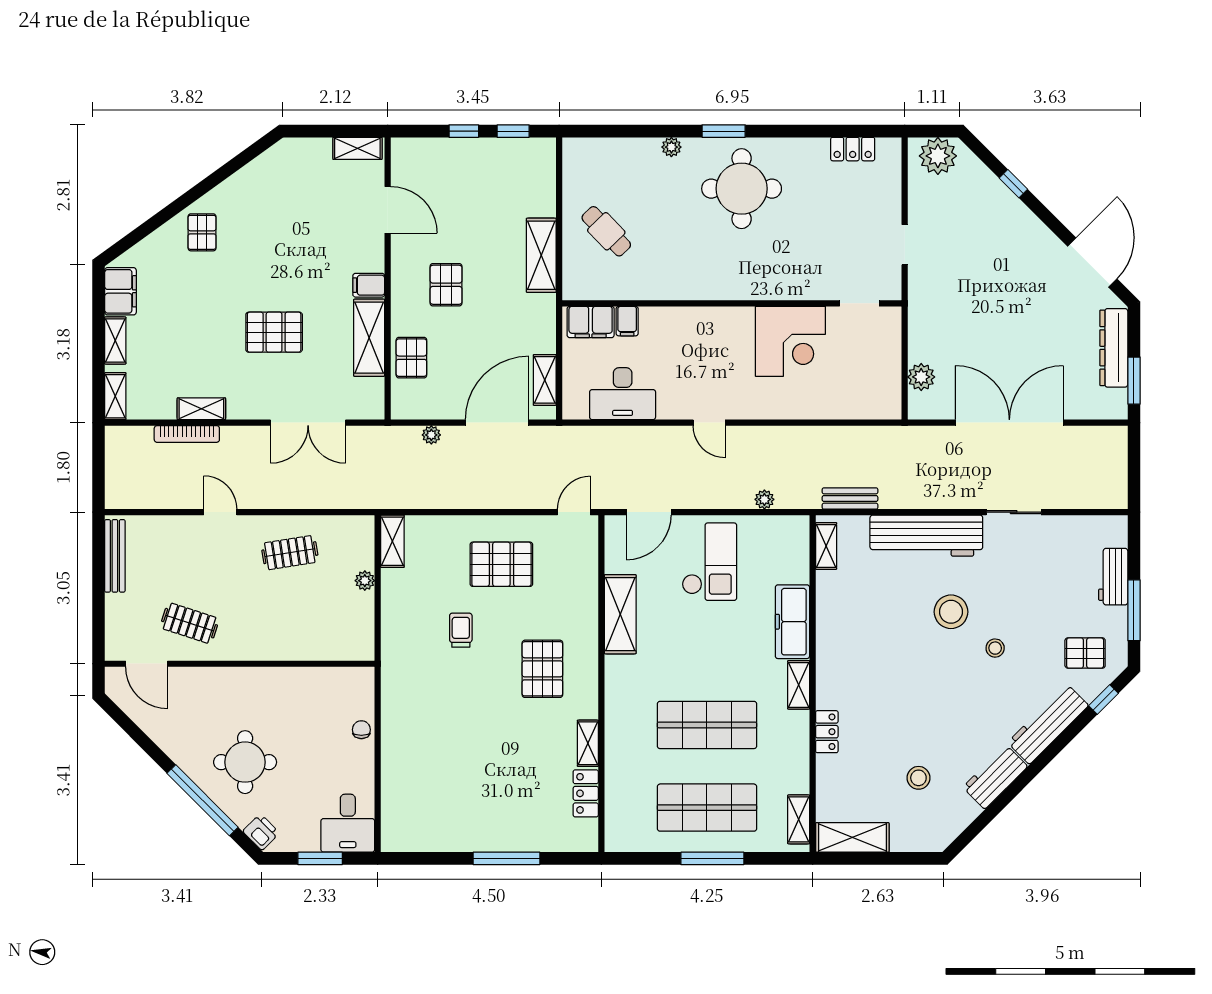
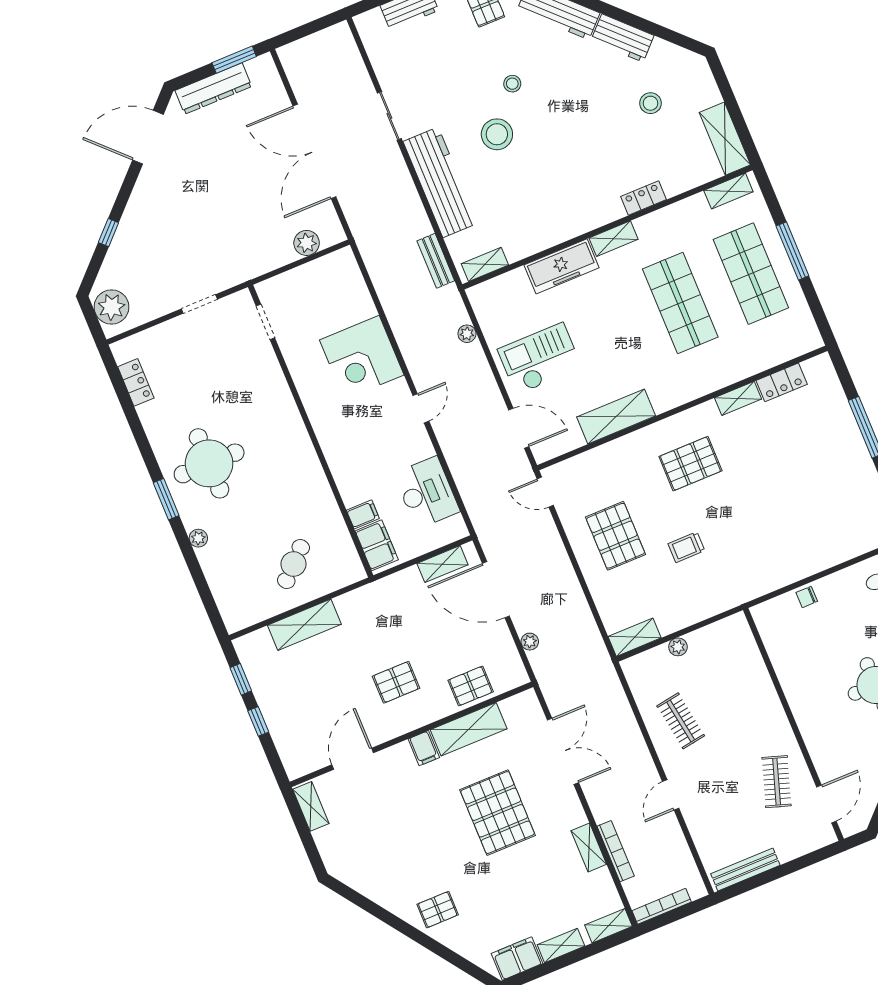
shelving: (541, 255) -> (304, 625), moved
pallet: (274, 332) -> (498, 813), width x1.37, depth x1.41
corner desk: (790, 341) -> (362, 358), moved, turned 180
bookcase: (113, 457) -> (662, 906), added

